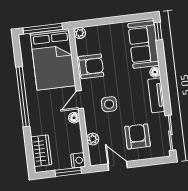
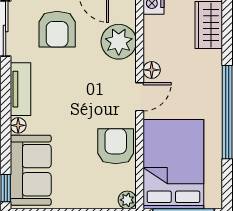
armchair: (91, 66) -> (116, 146), turned 90
side table: (109, 104) -> (95, 84), removed
plant: (93, 139) -> (119, 42), width x1.88, depth x1.88

